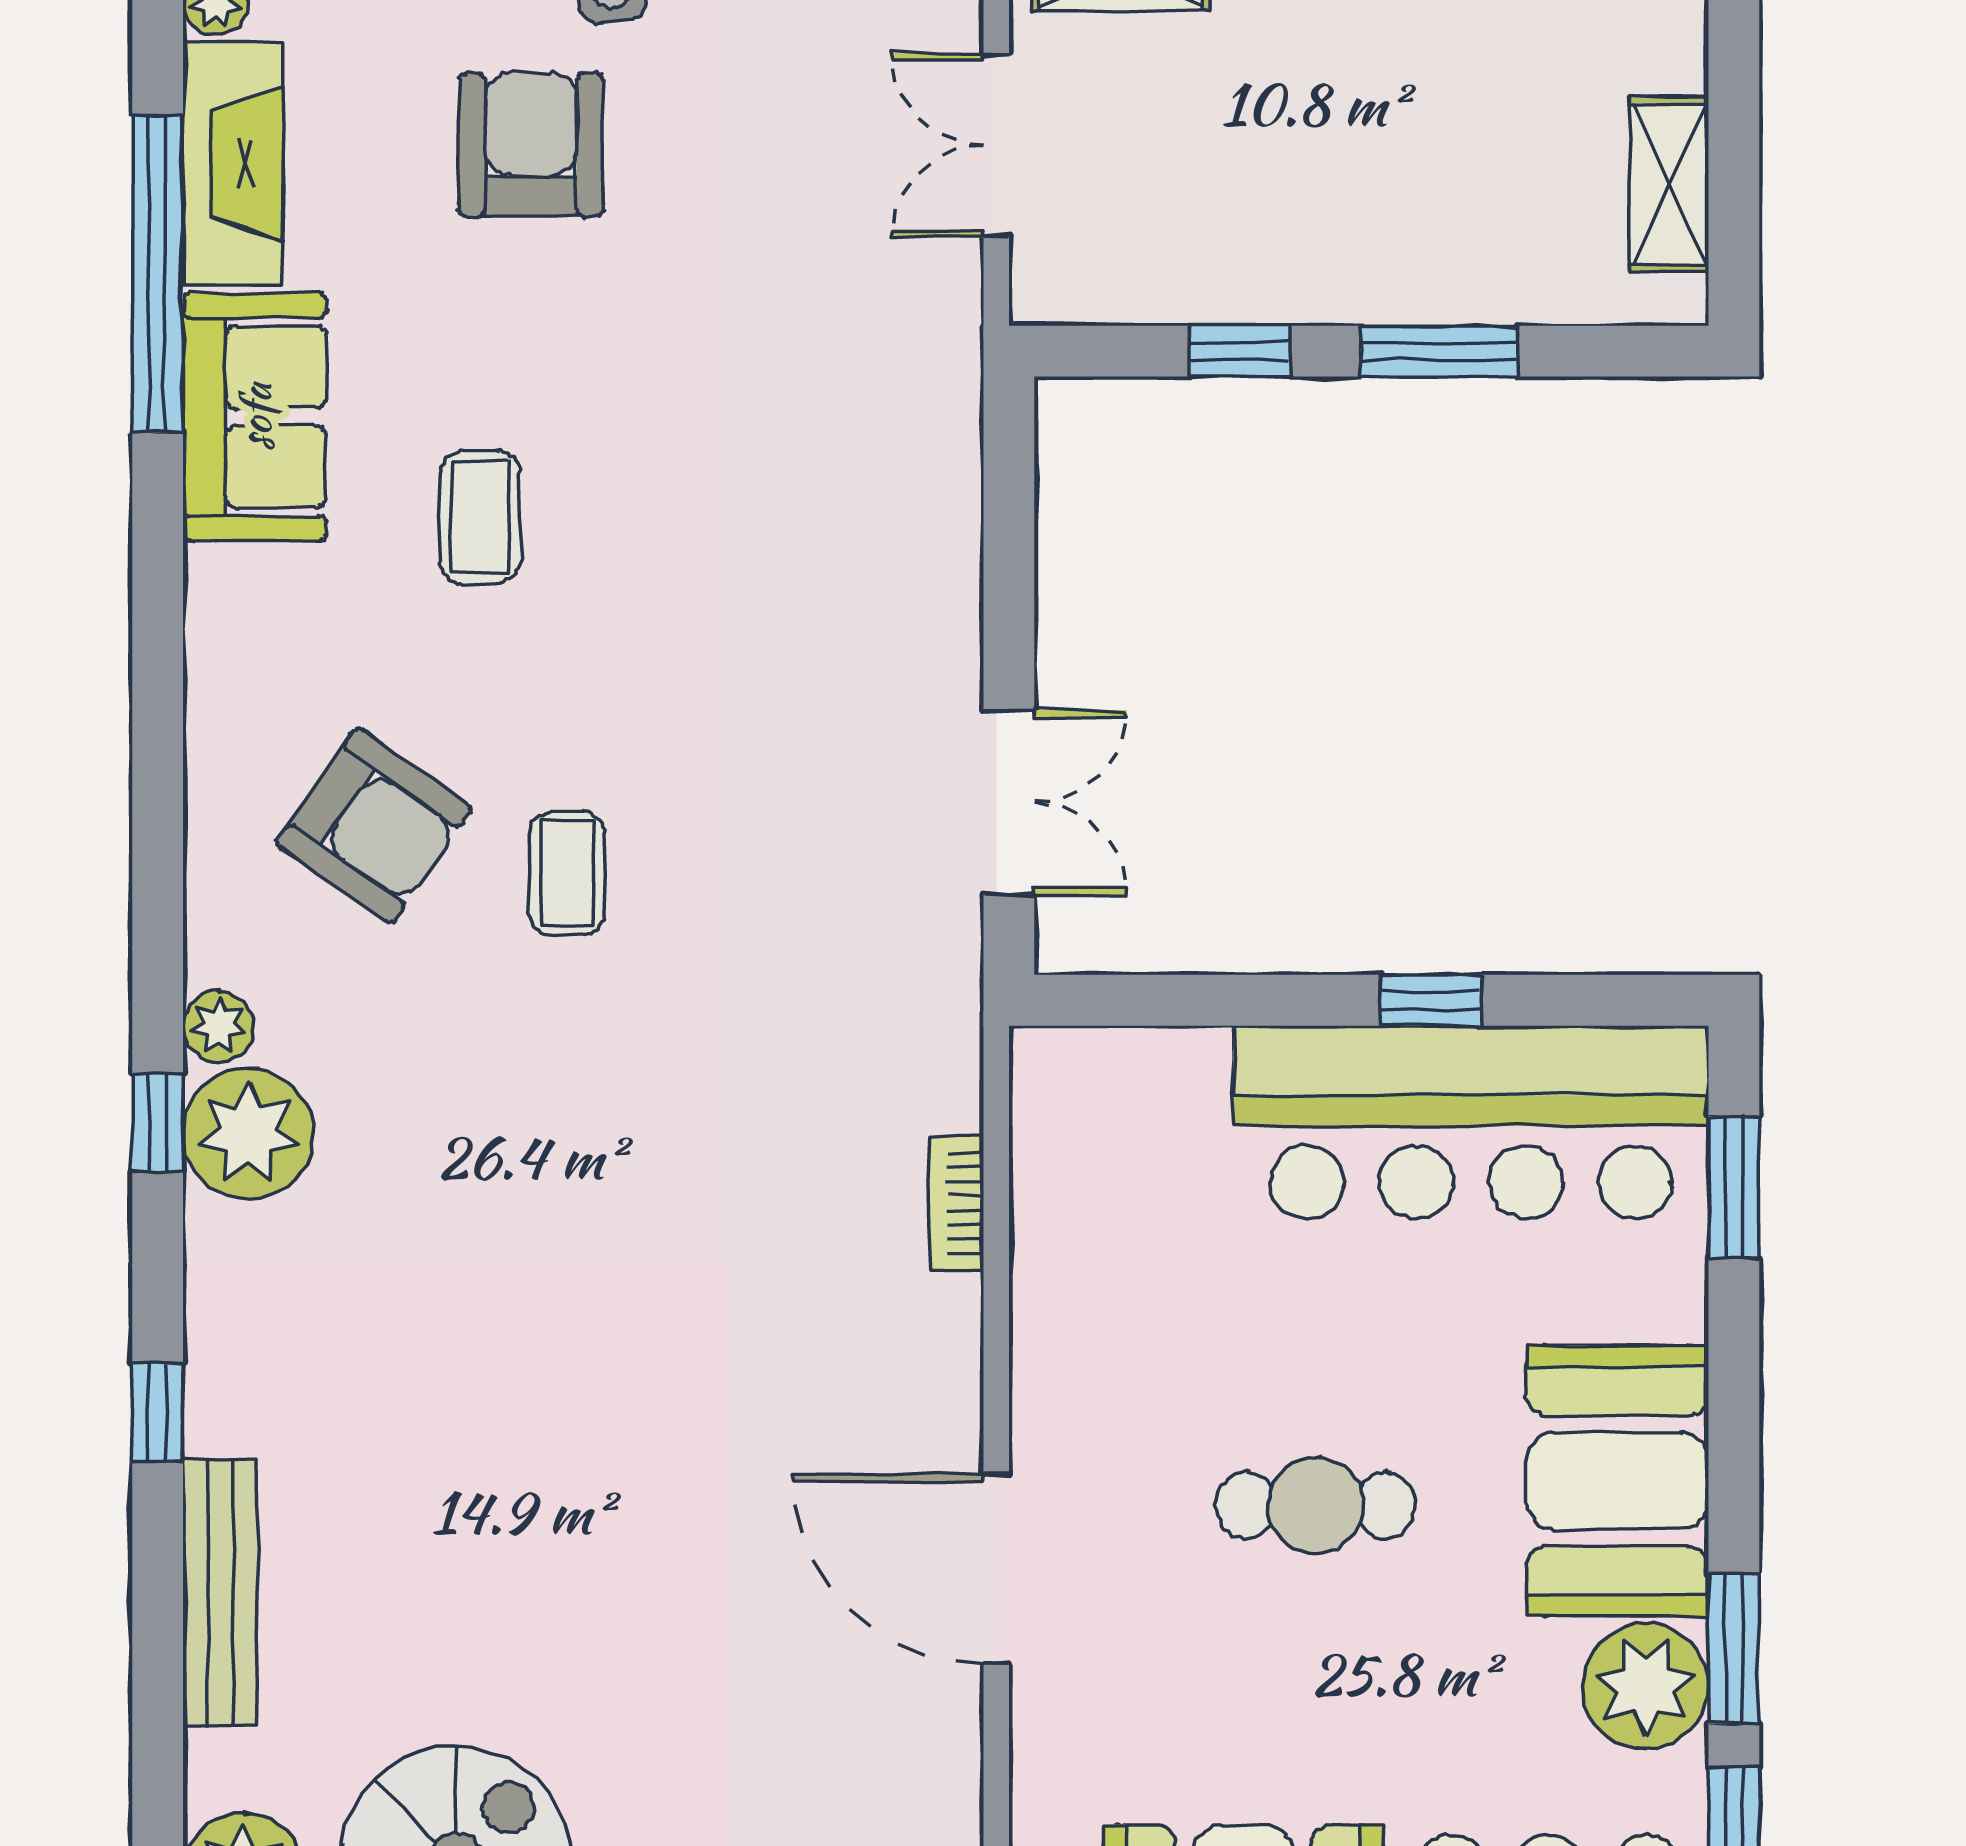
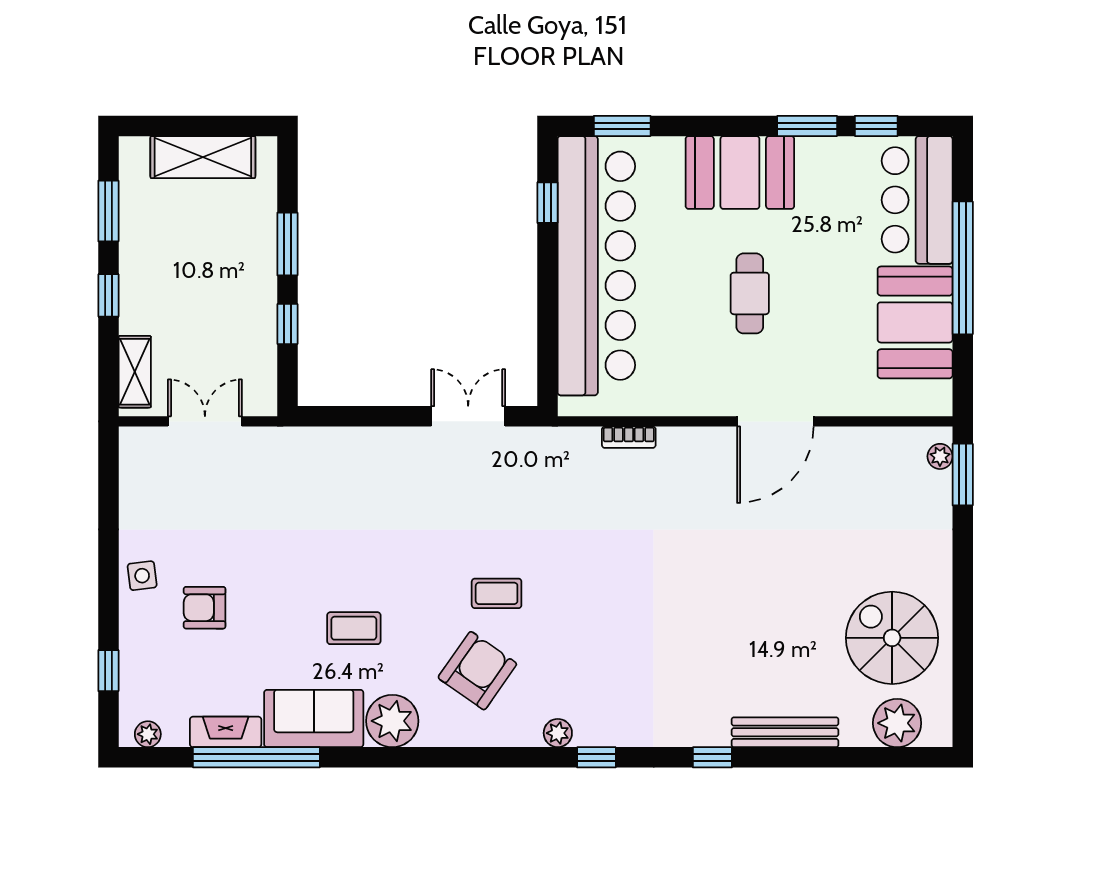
armchair: (531, 144) -> (205, 608), width x0.72, depth x0.72
double door: (996, 145) -> (205, 421), swing flipped
fireplace: (233, 164) -> (226, 732), width x0.73, depth x0.76
shelving: (1669, 184) -> (203, 157), width x1.50, depth x1.33
window: (1431, 1000) -> (547, 203), moved
bar counter: (1471, 1122) -> (596, 266), width x1.36
plant: (248, 1134) -> (392, 721), moved
plant: (1646, 1686) -> (822, 161), removed

